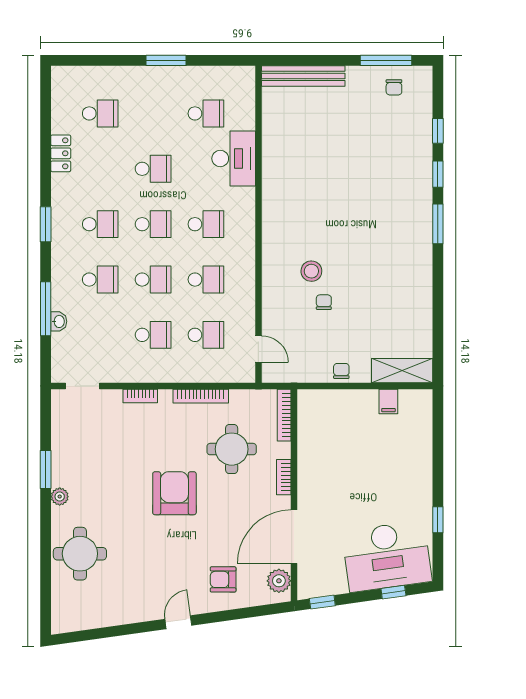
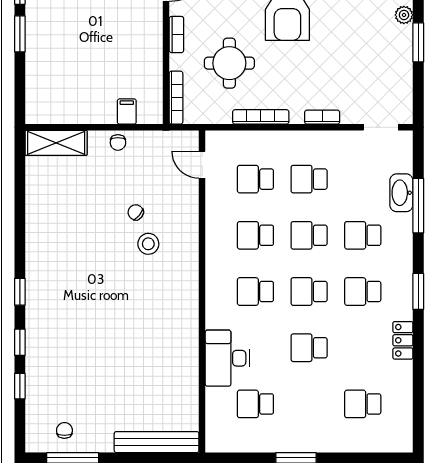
locker: (61, 153) -> (403, 340), moved
window: (438, 224) -> (20, 292), width x0.67
chair: (324, 302) -> (136, 212), turned 129
washbasin: (59, 321) -> (401, 193), width x1.91, depth x1.45
filing cabinet: (388, 401) -> (127, 112), moved
window: (438, 478) -> (20, 34), added

